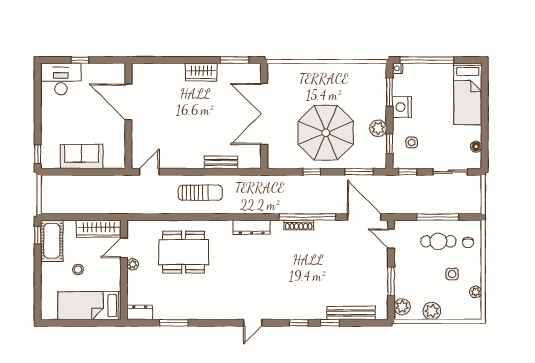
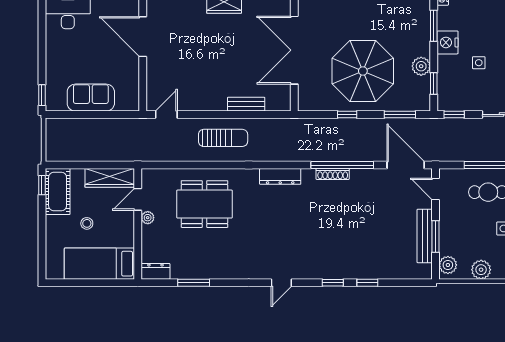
side table: (412, 143) -> (479, 63), moved
bench: (351, 313) -> (425, 236), moved, turned 90

